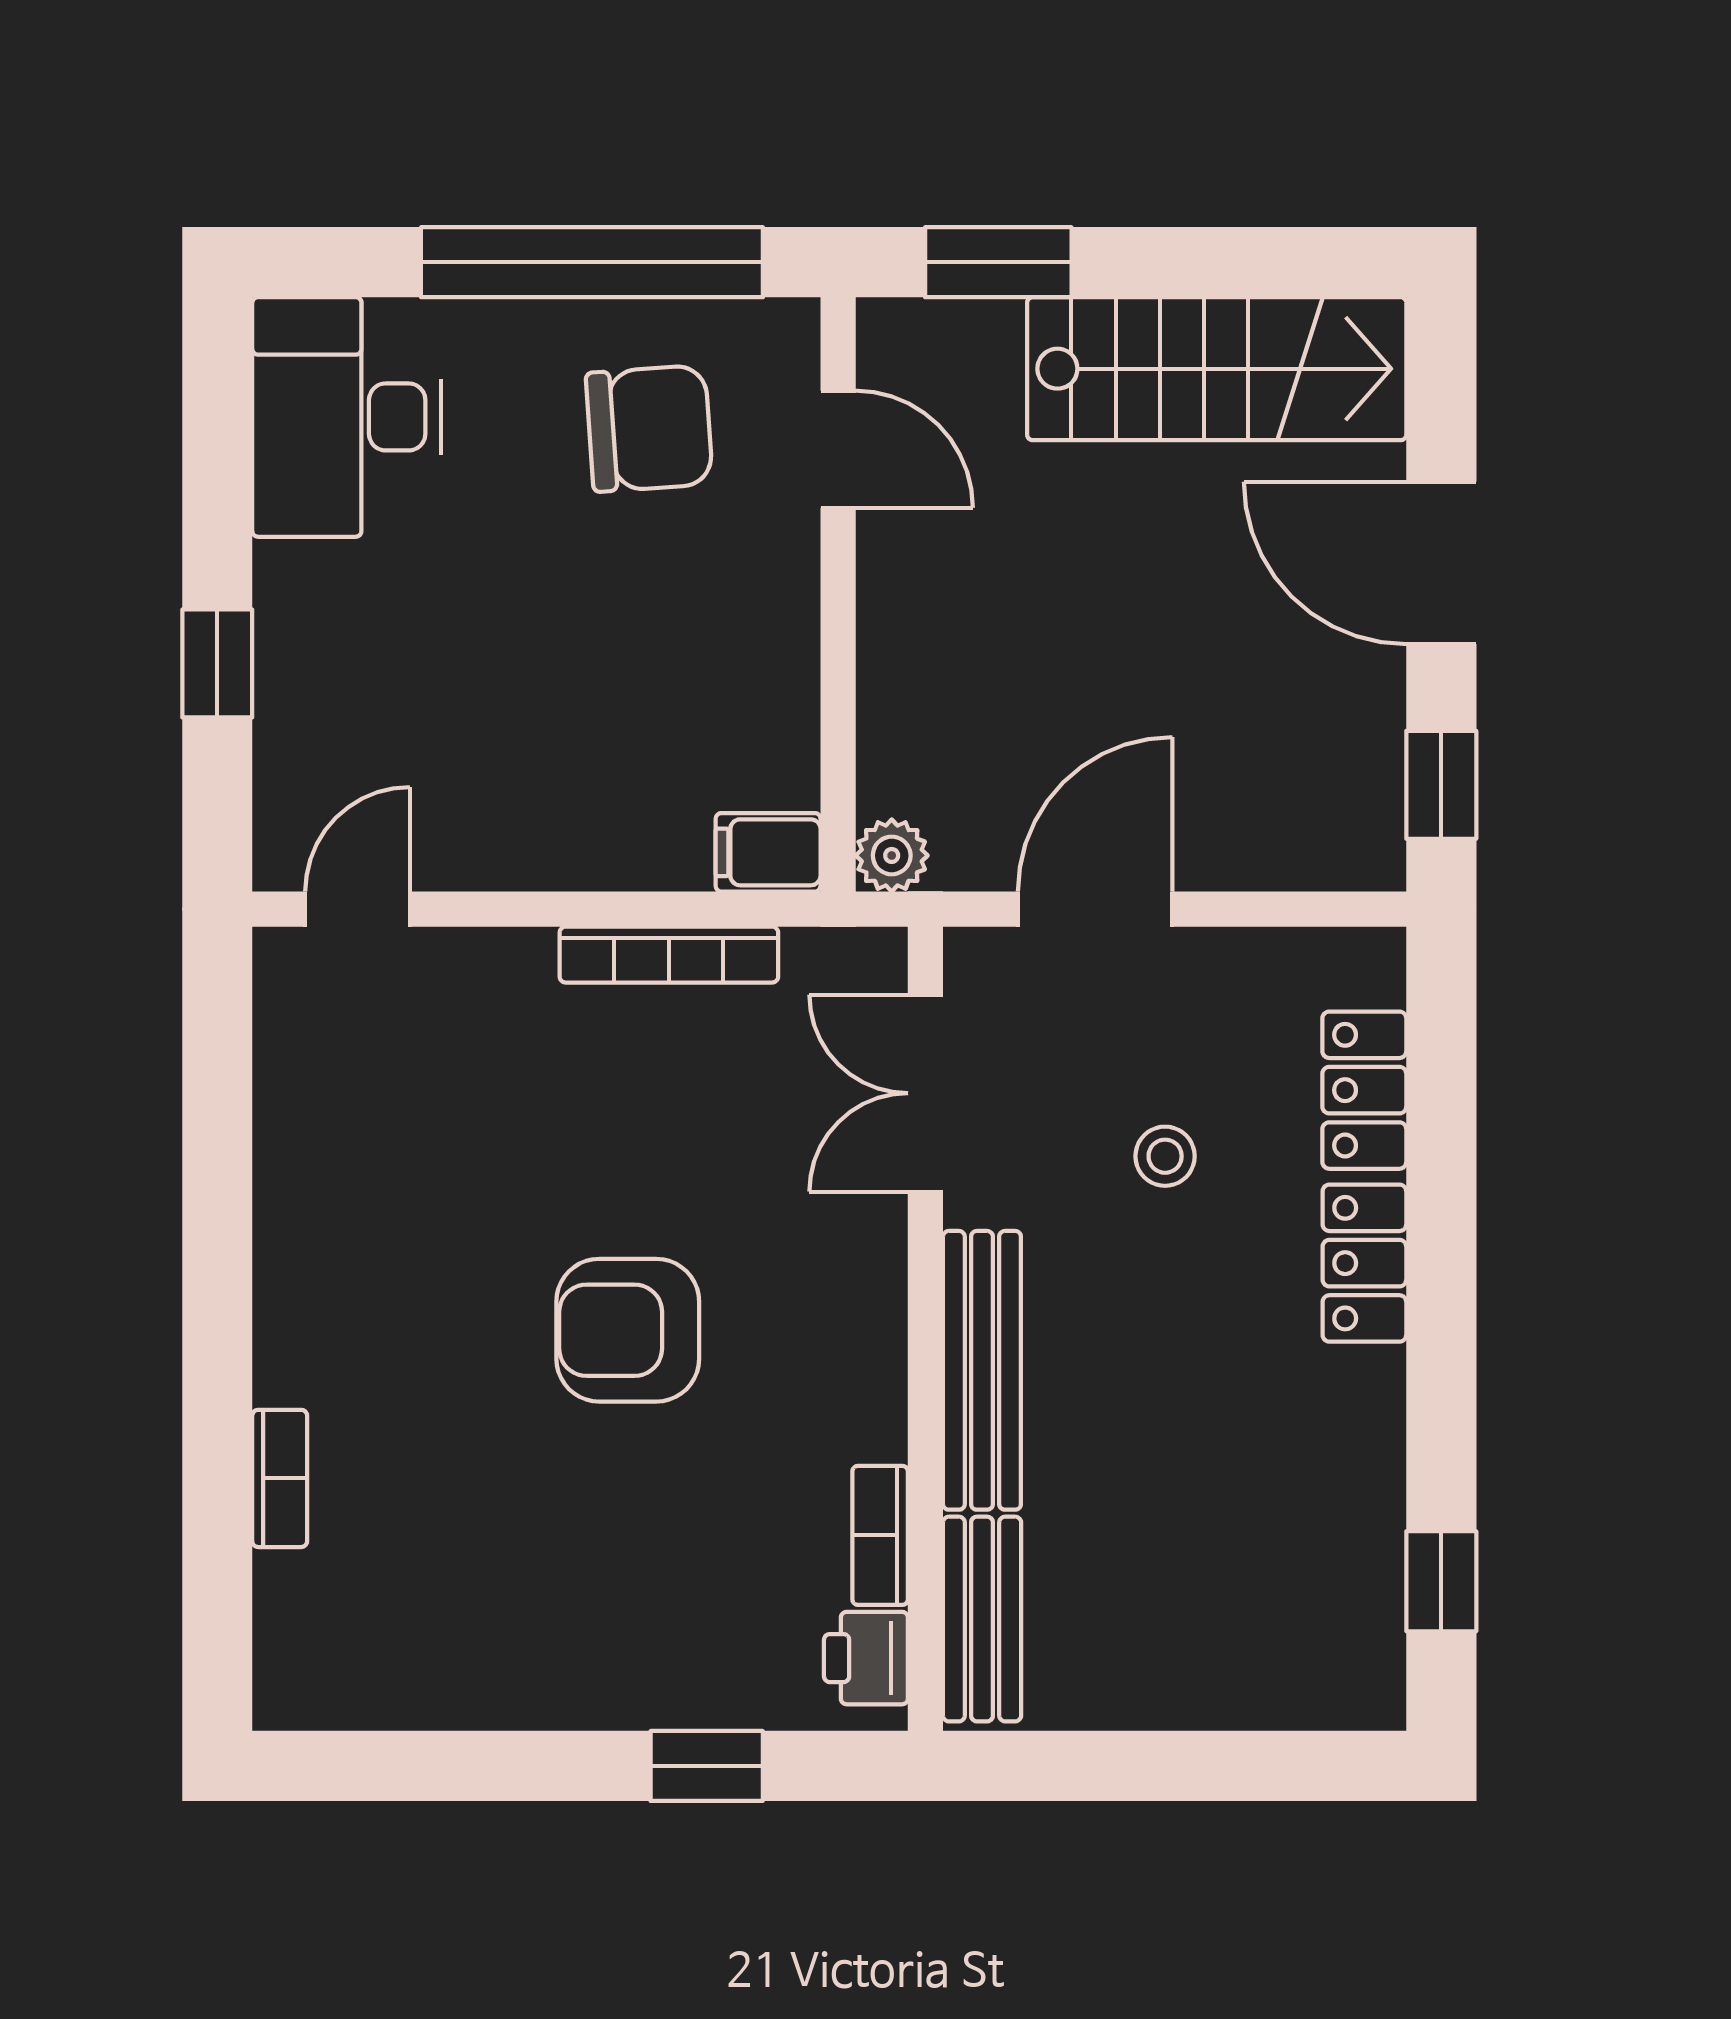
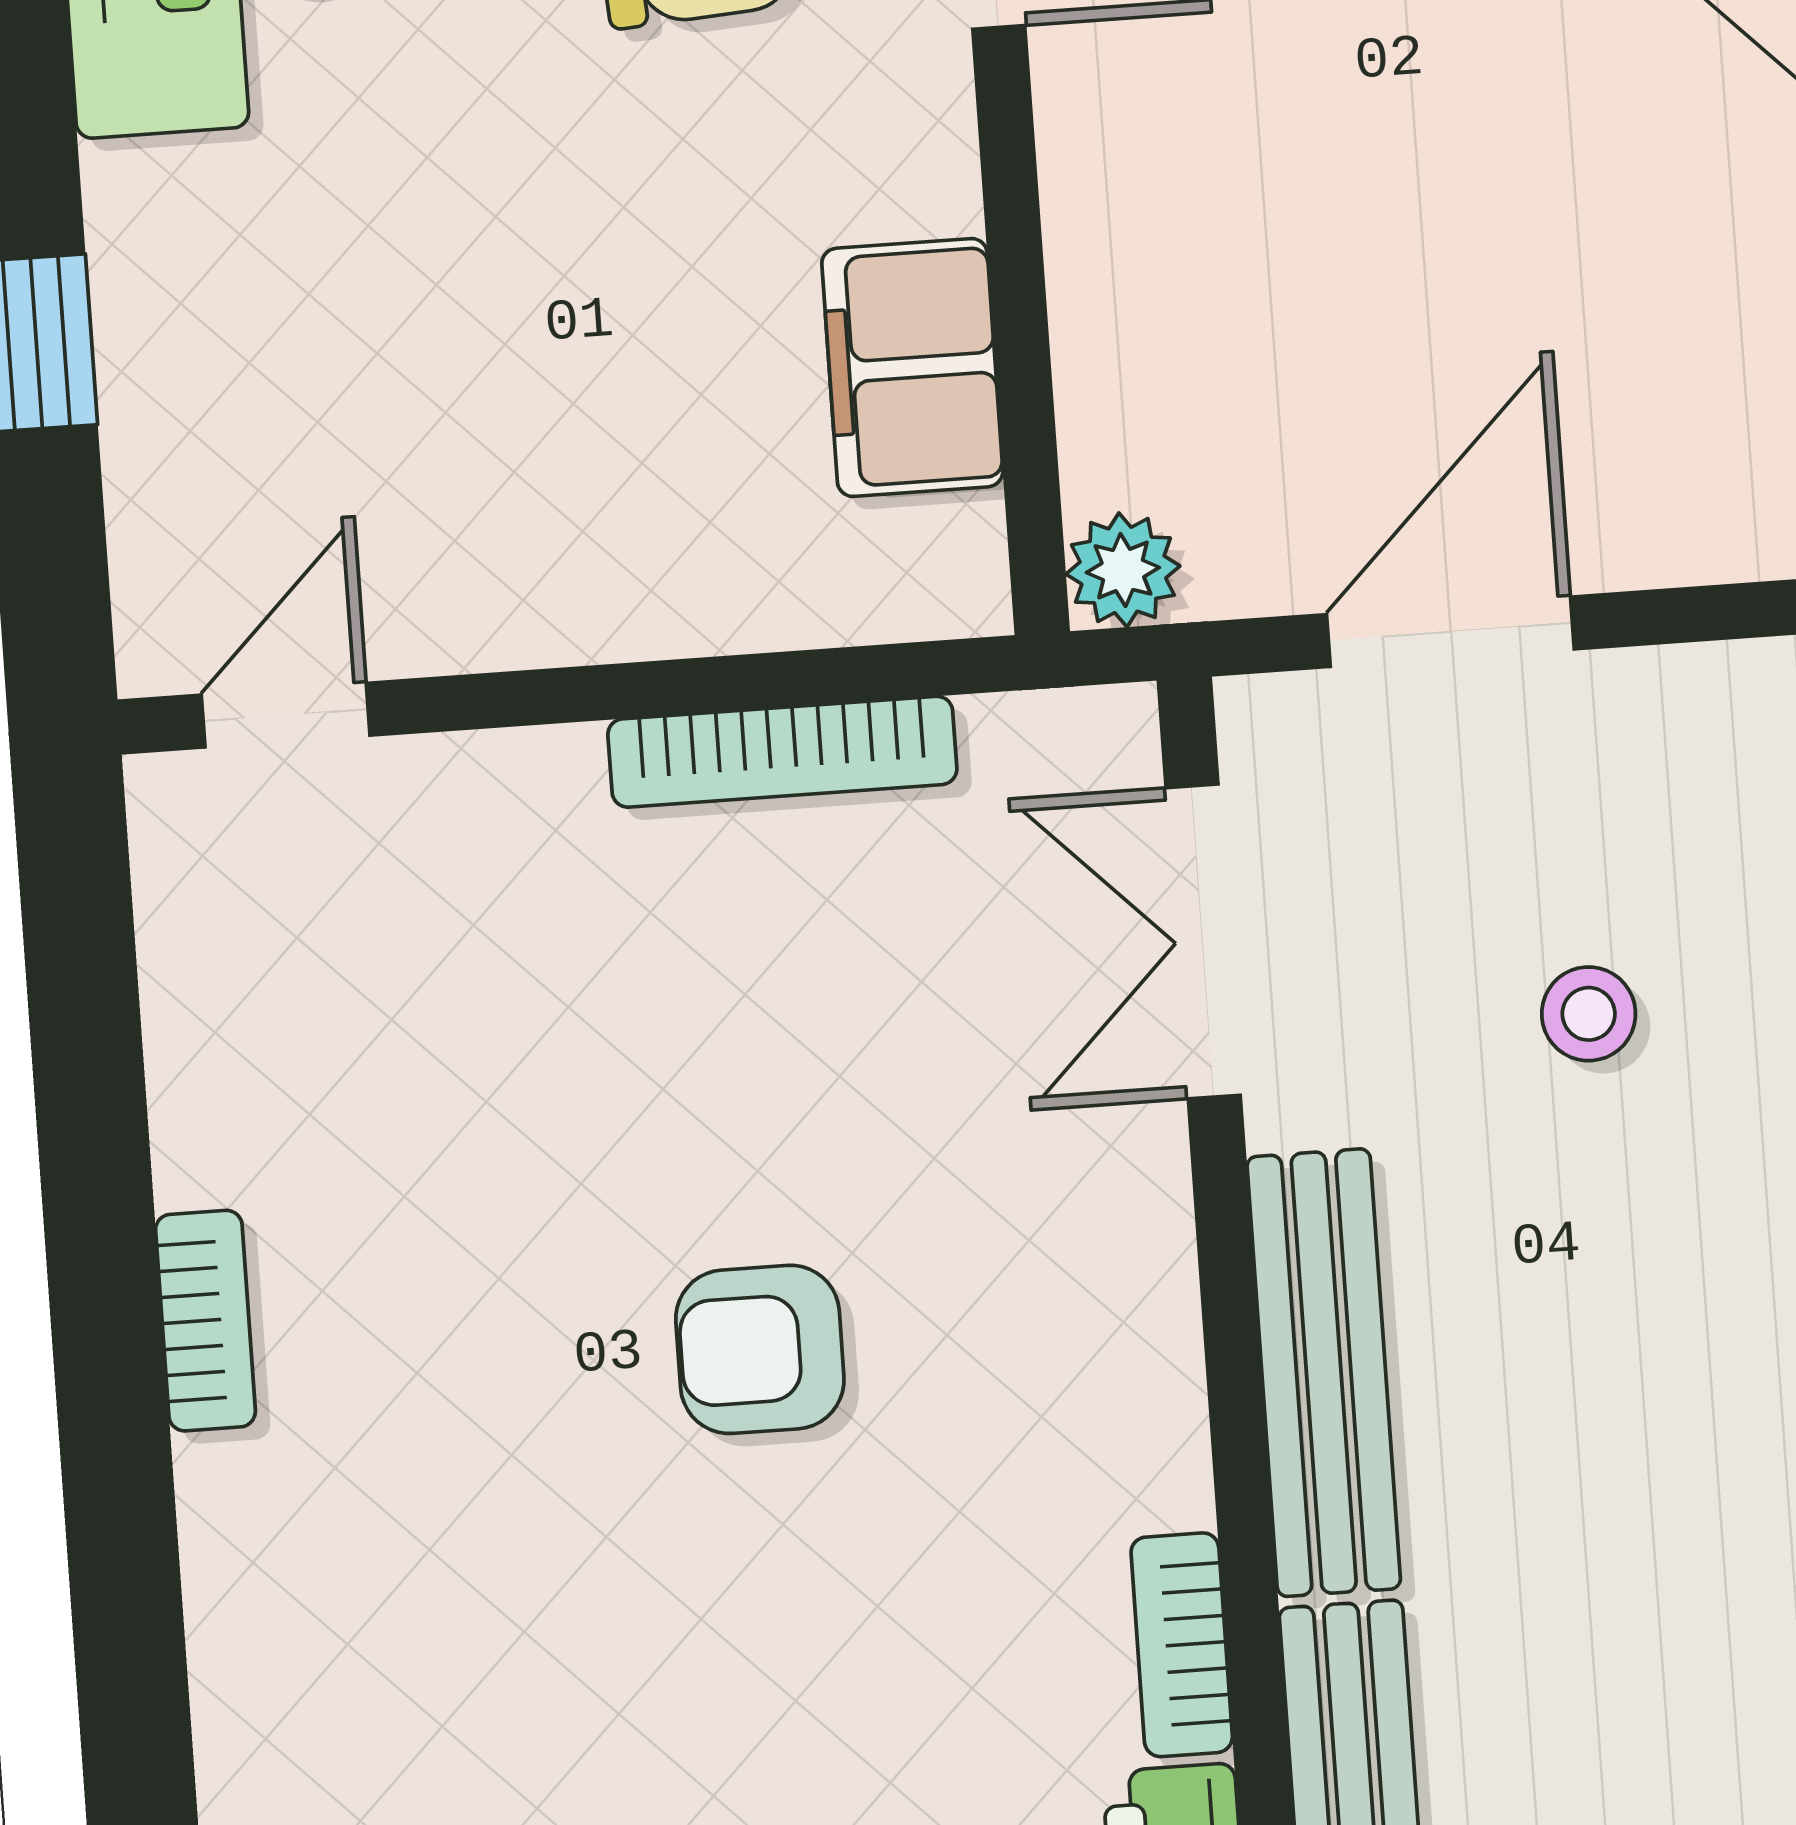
filing cabinet: (768, 852) -> (912, 367), moved, width x2.00
armchair: (628, 1330) -> (760, 1349), width x0.72, depth x0.72
bookcase: (280, 1478) -> (205, 1321), moved

